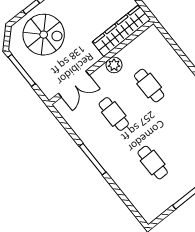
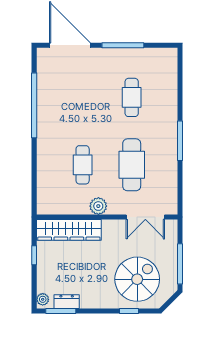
spiral stairs: (44, 35) -> (137, 279), turned 90
double door: (74, 84) -> (145, 217), swing flipped
cafe table: (114, 114) -> (132, 165), width x1.37, depth x1.35

